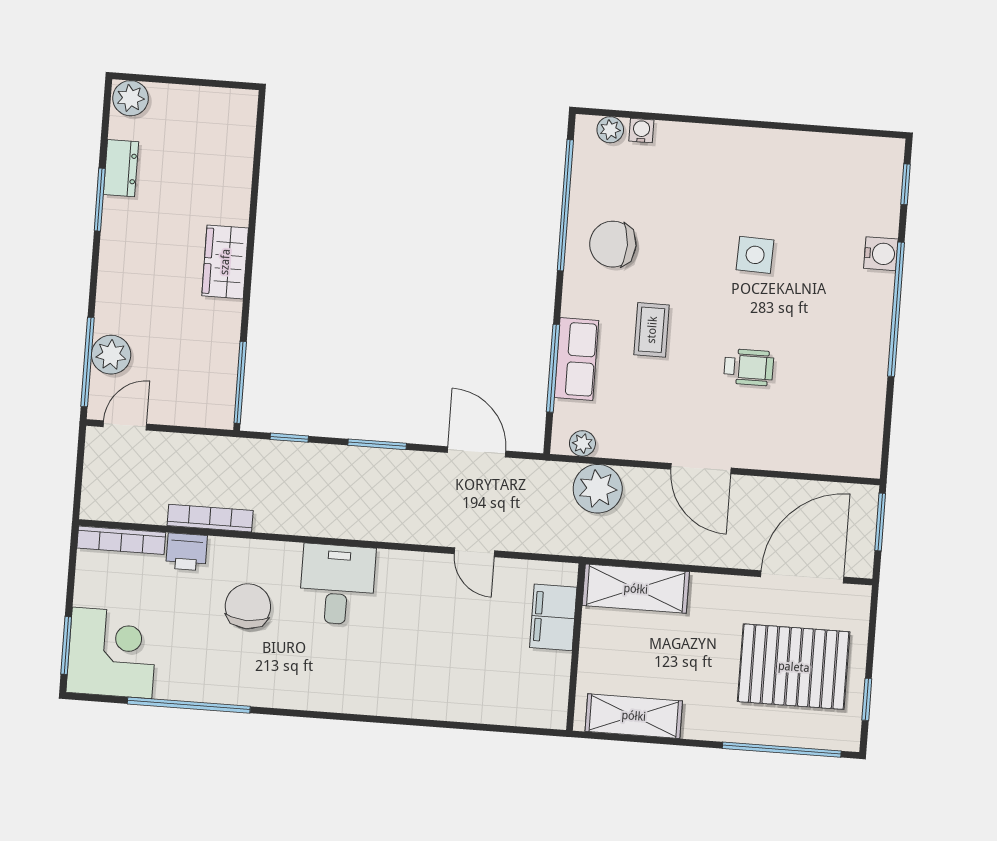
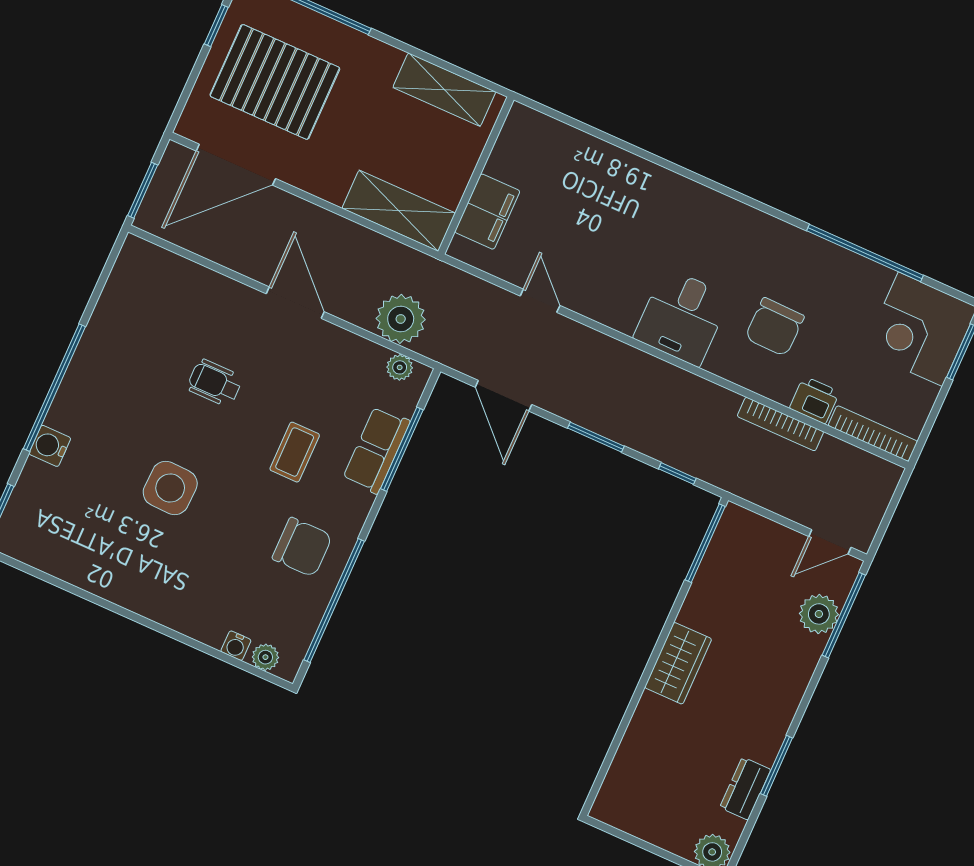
side table: (755, 255) -> (170, 488), width x1.37, depth x1.37

